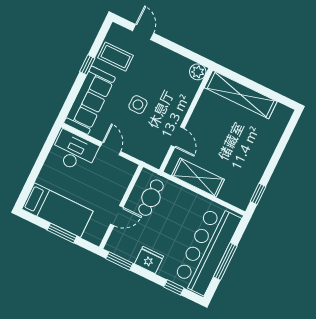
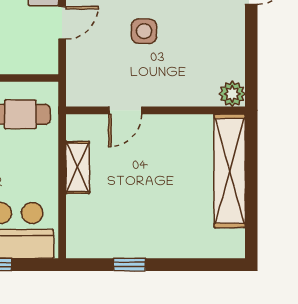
shelving: (198, 177) -> (78, 167), width x0.67, depth x0.75
window: (258, 194) -> (130, 265), moved

